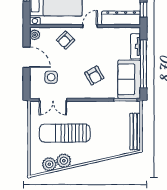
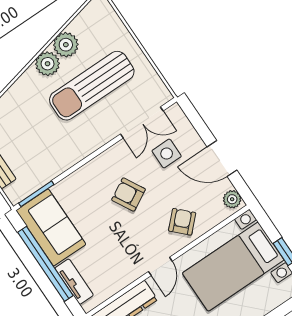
armchair: (94, 75) -> (128, 195), moved
double door: (53, 100) -> (142, 122), swing flipped
sun lounger: (65, 133) -> (92, 86), turned 180
plant: (49, 164) -> (48, 64), moved

